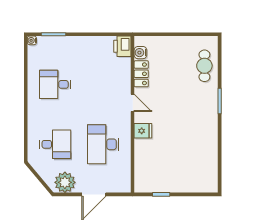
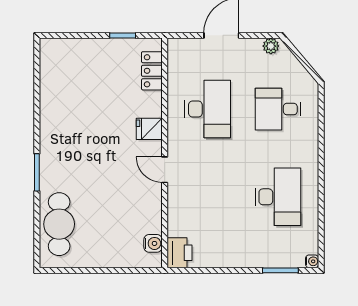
cafe table: (204, 66) -> (59, 224), width x1.37, depth x1.35
locker: (141, 74) -> (152, 71), moved
desk: (55, 84) -> (278, 197), width x1.37
plant: (65, 182) -> (271, 46), width x0.53, depth x0.53

